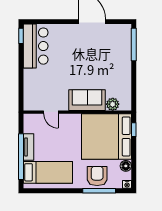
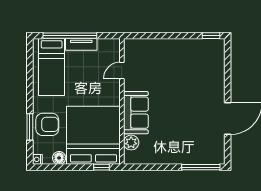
bar counter: (36, 46) -> (199, 53), removed
window: (99, 191) -> (30, 127), width x0.69

